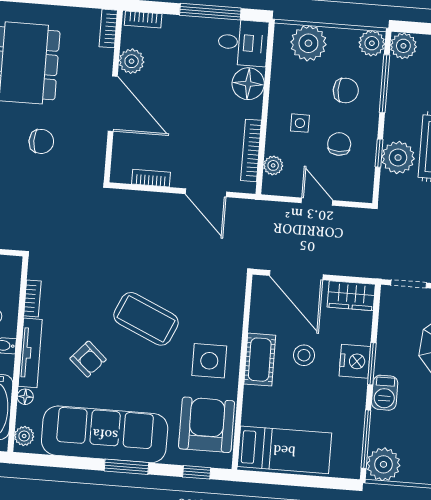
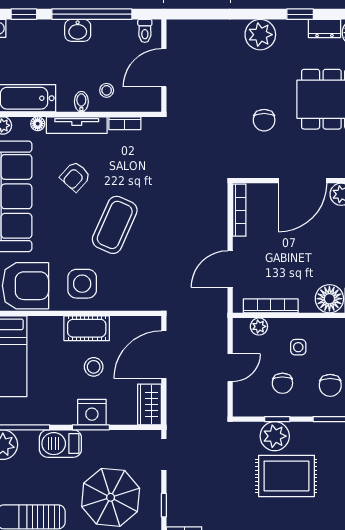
chair: (339, 144) -> (282, 383), turned 90
bookcase: (151, 178) -> (239, 210), width x1.56
barbecue: (385, 393) -> (60, 444), width x1.38, depth x1.27

